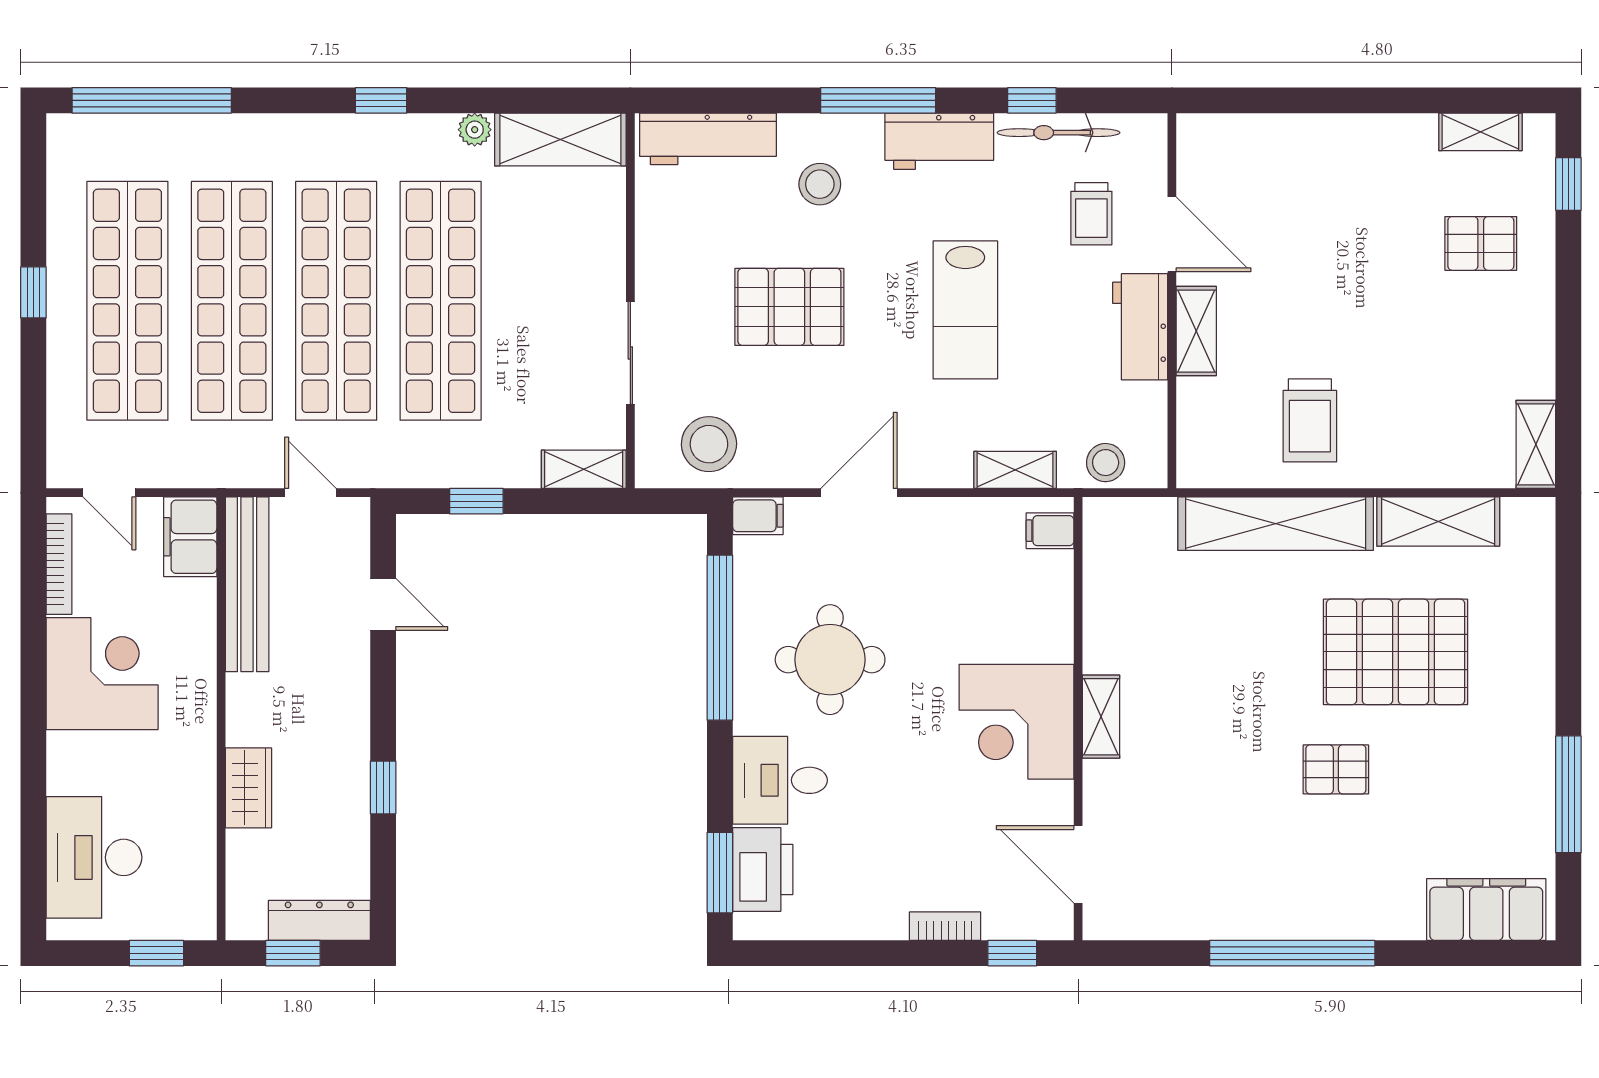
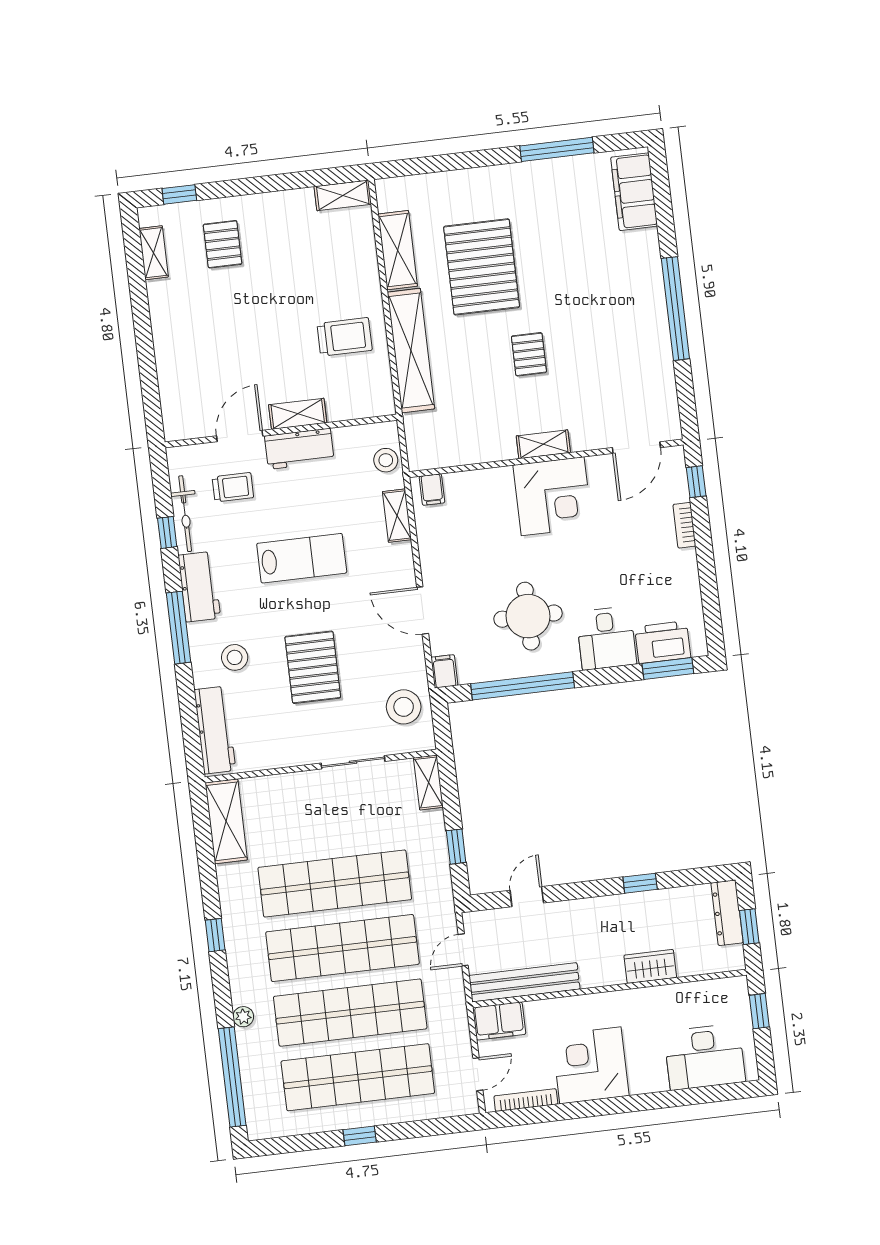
plant: (475, 130) -> (243, 1017), moved
pallet: (1336, 769) -> (529, 354), moved

